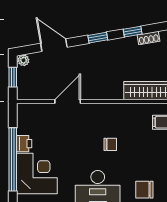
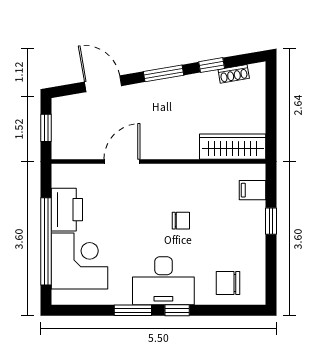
window: (98, 38) -> (164, 73), width x1.50
plant: (23, 60) -> (61, 105), removed
printer: (24, 144) -> (67, 210), width x1.87, depth x1.48

